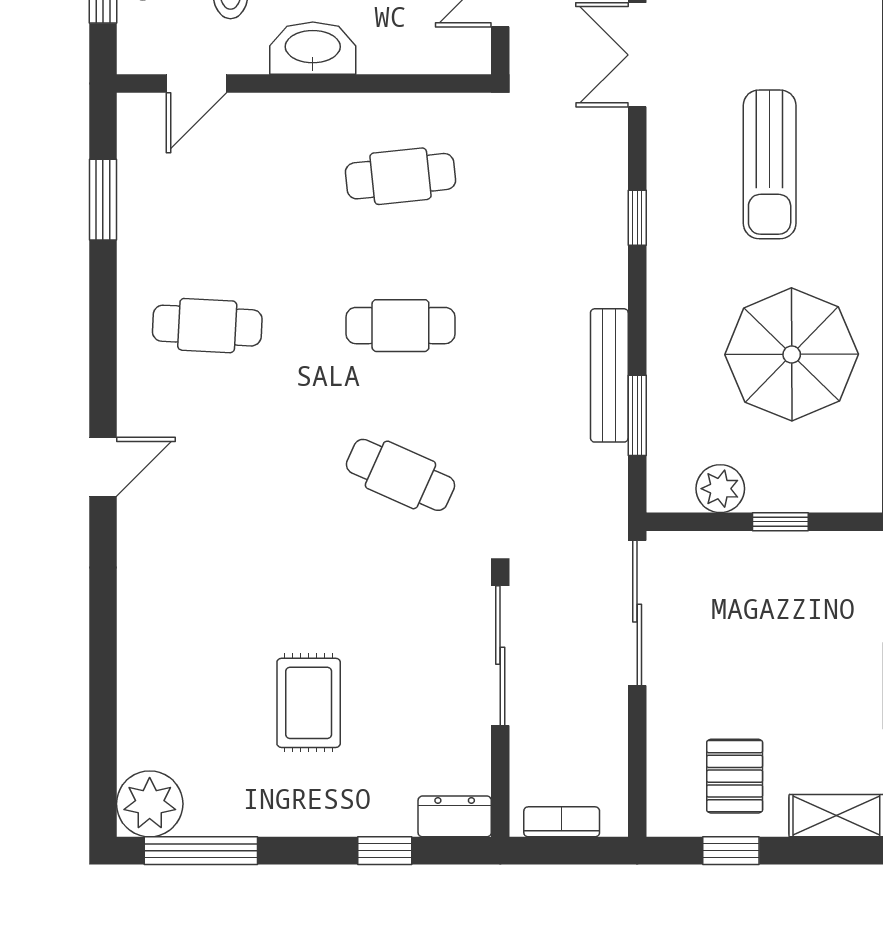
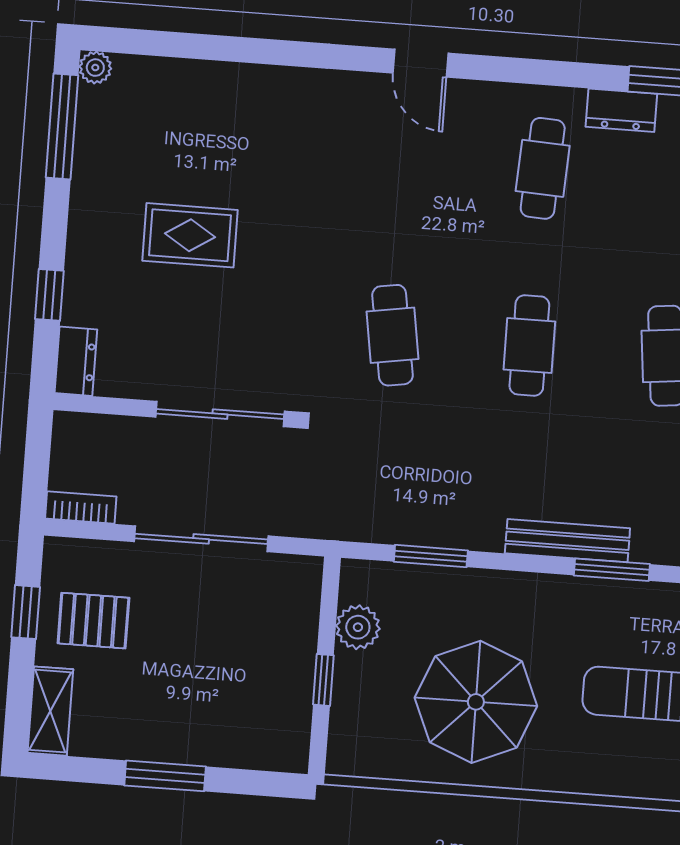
window: (637, 218) -> (612, 570), width x1.50
dresser: (138, 245) -> (621, 110), added
bench: (609, 375) -> (567, 541), moved
cafe table: (400, 475) -> (393, 335), turned -33
sliding door: (637, 613) -> (201, 539), moved
plant: (150, 804) -> (95, 68), width x0.53, depth x0.53
bookcase: (562, 822) -> (81, 507), moved, turned -90

